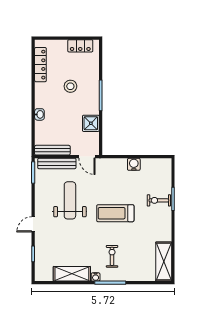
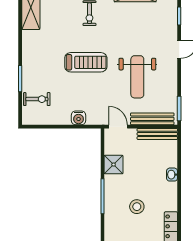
water cooler: (134, 164) -> (79, 118), moved
exercise bike: (159, 200) -> (37, 99), moved

